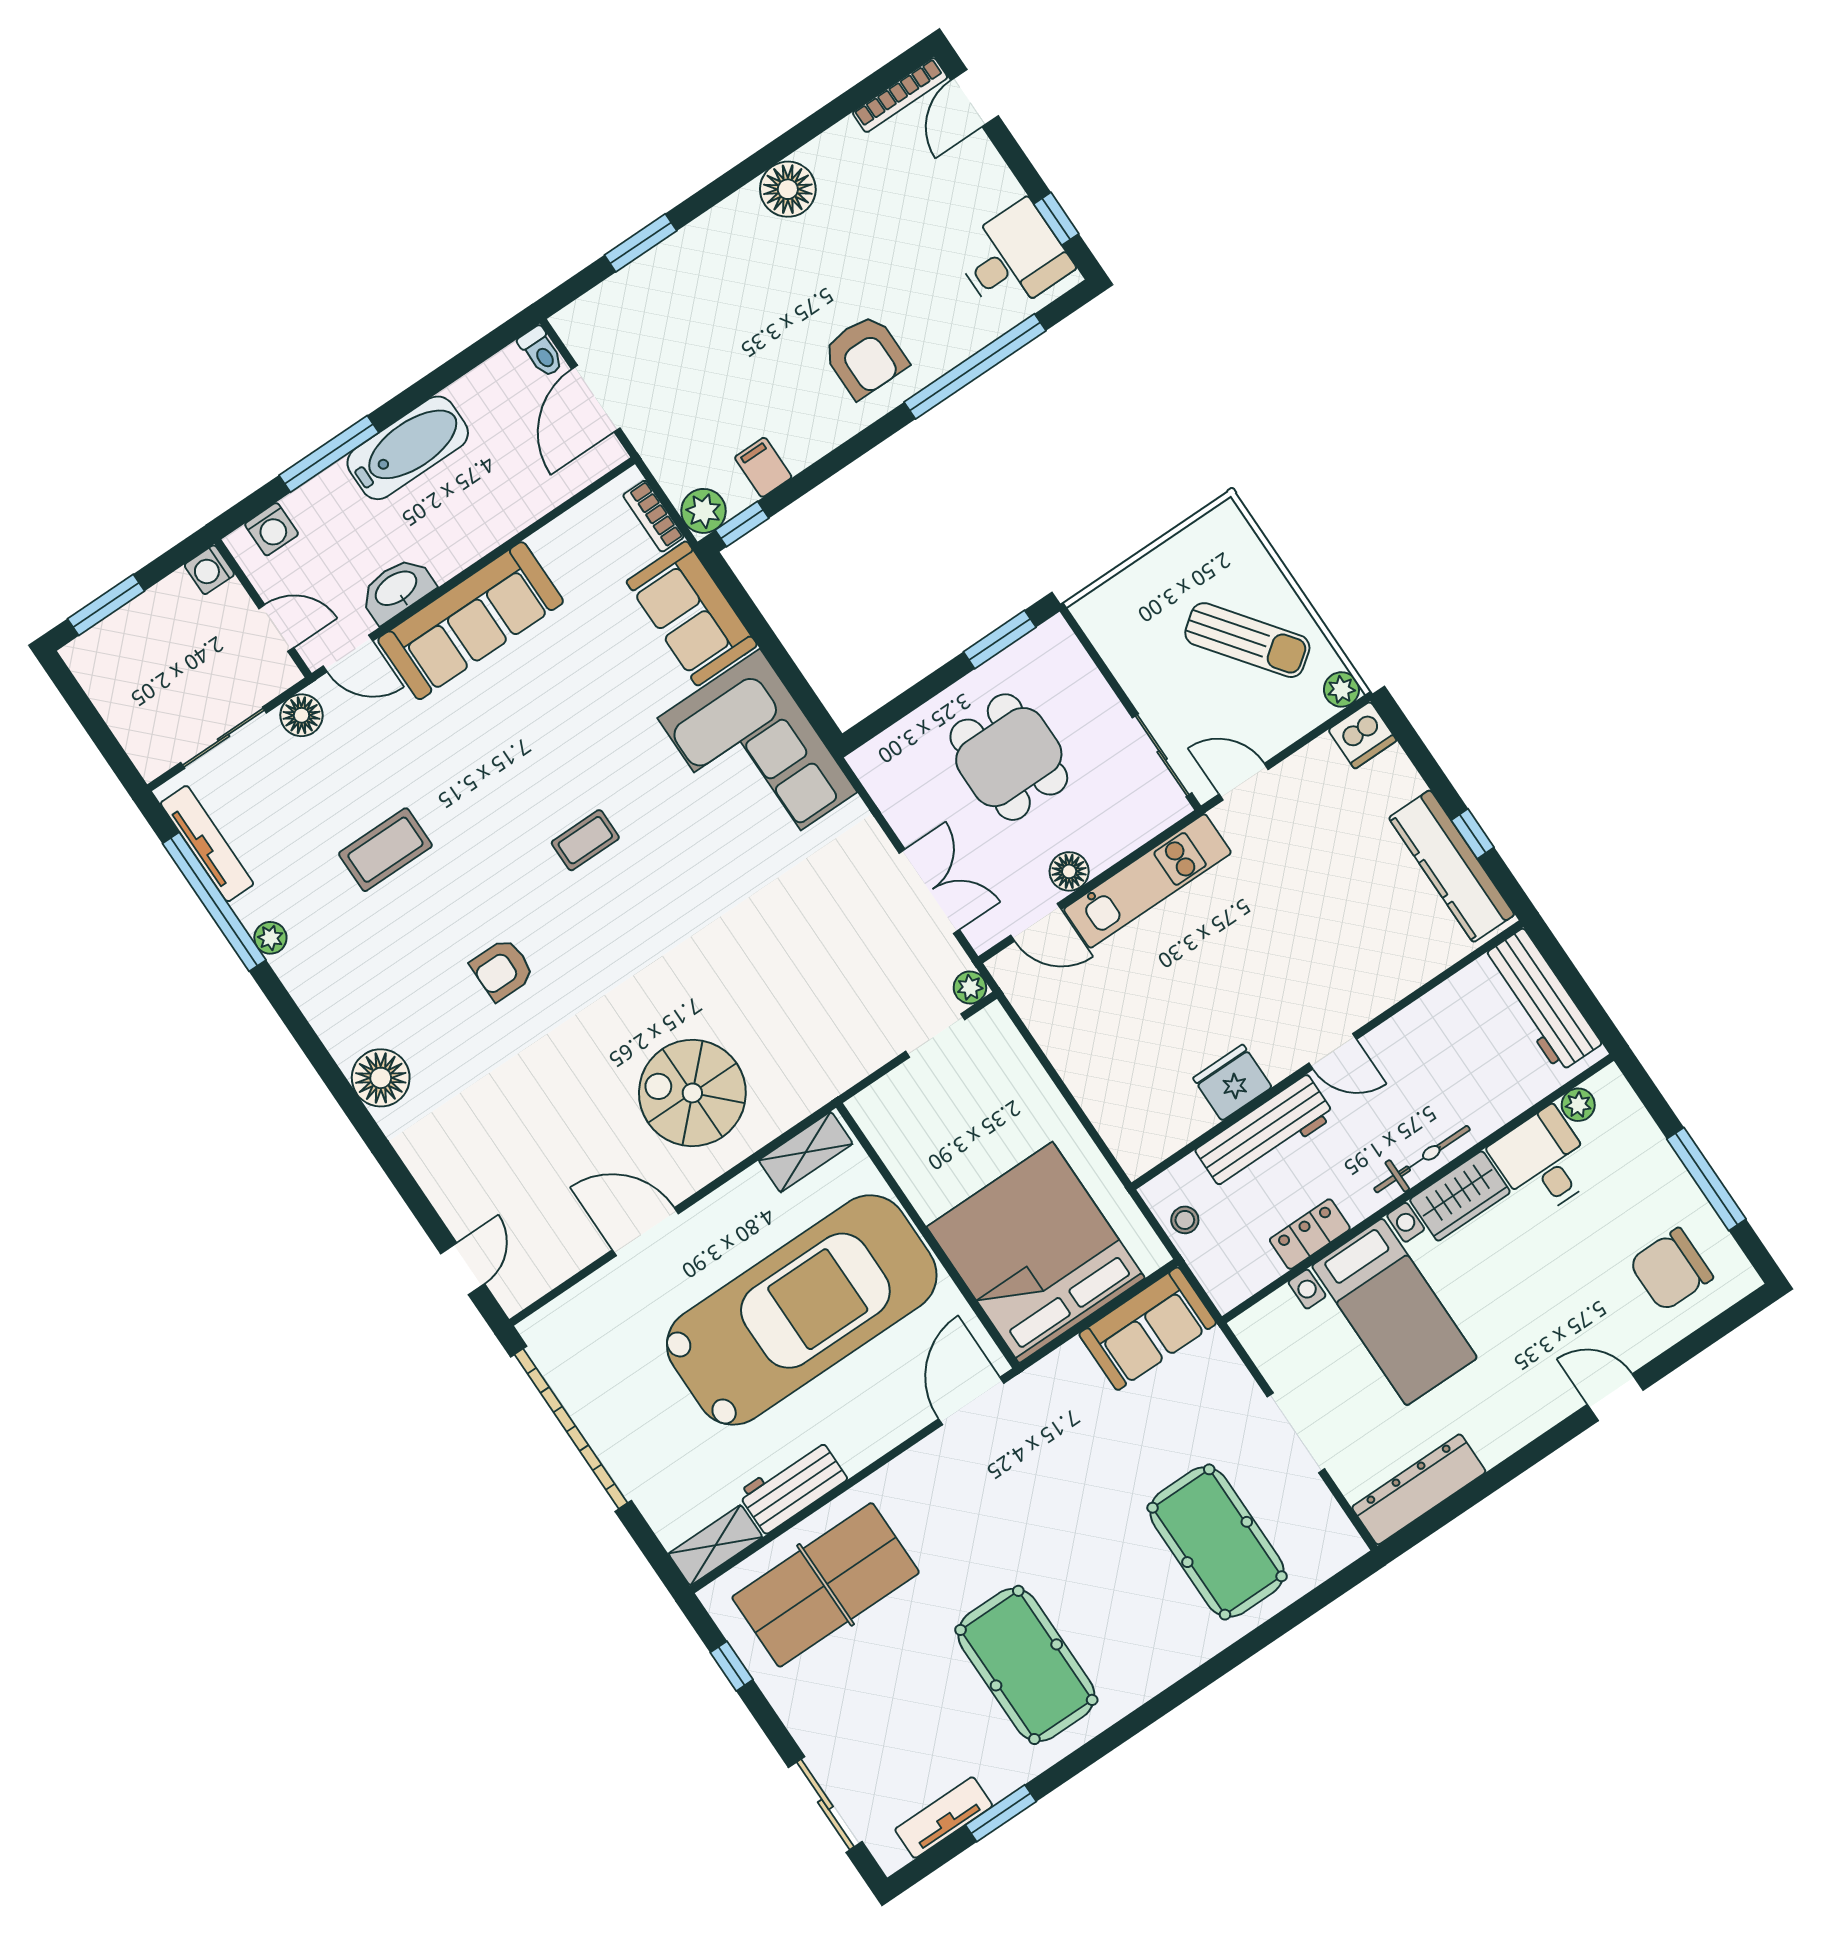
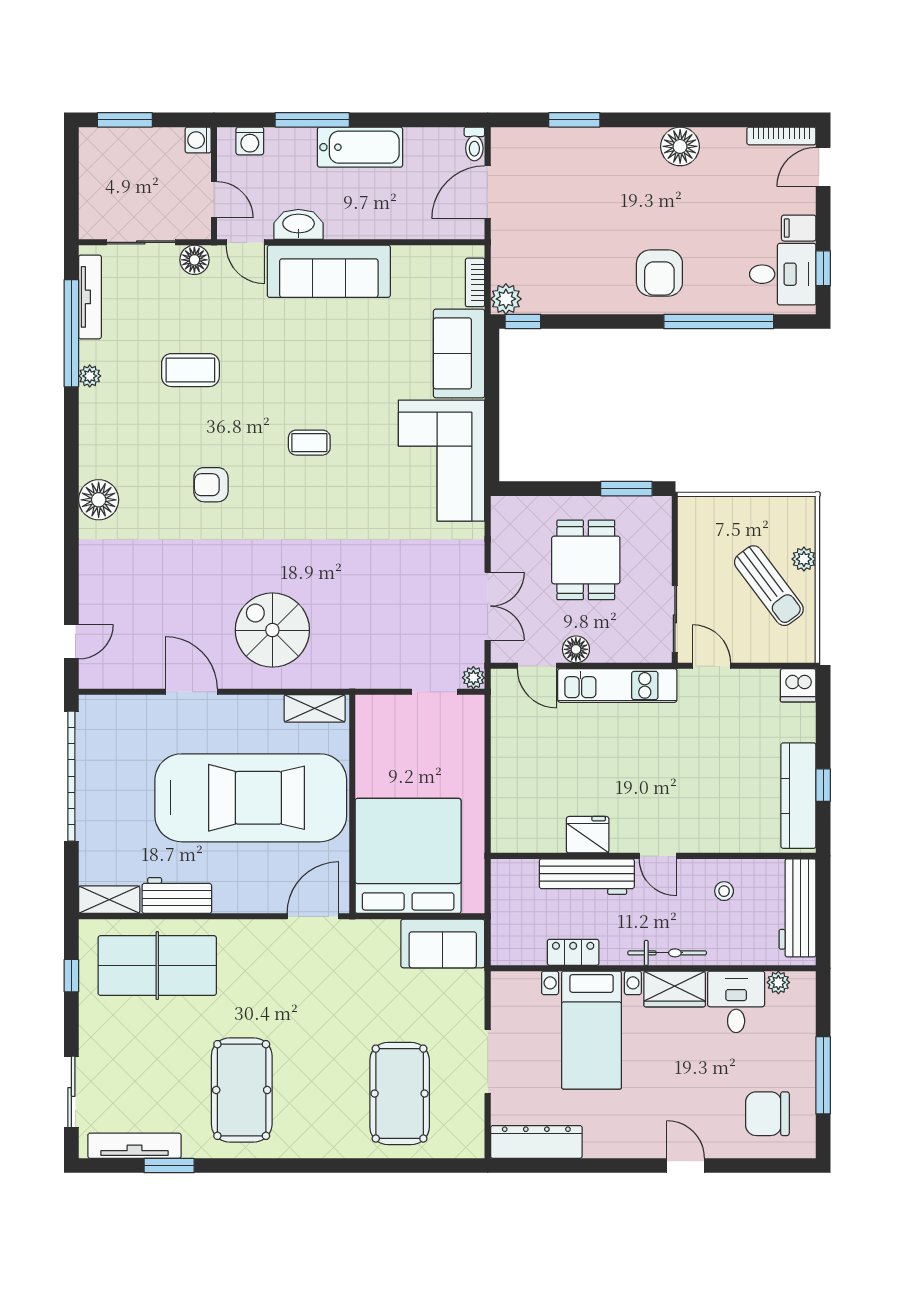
filing cabinet: (763, 467) -> (799, 228), moved, turned -90
plant: (1341, 689) -> (804, 559), moved
stool: (1185, 1220) -> (724, 891), moved
tv unit: (944, 1818) -> (134, 1146), width x1.41

